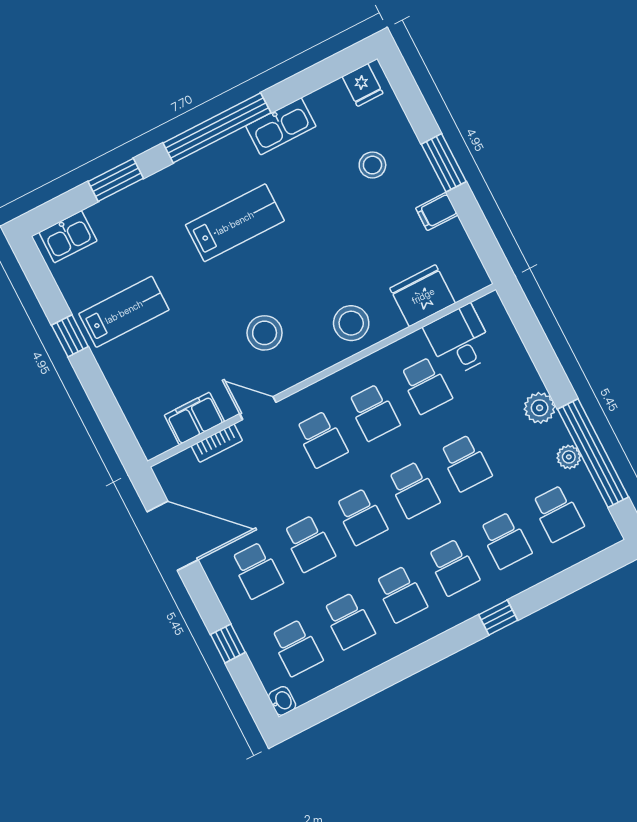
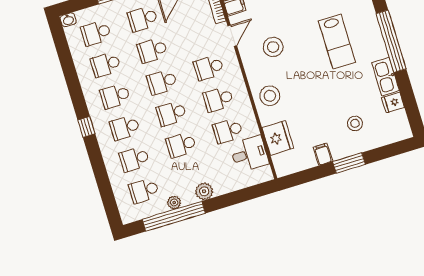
fridge: (363, 85) -> (393, 103), moved
window: (498, 617) -> (86, 127), moved

